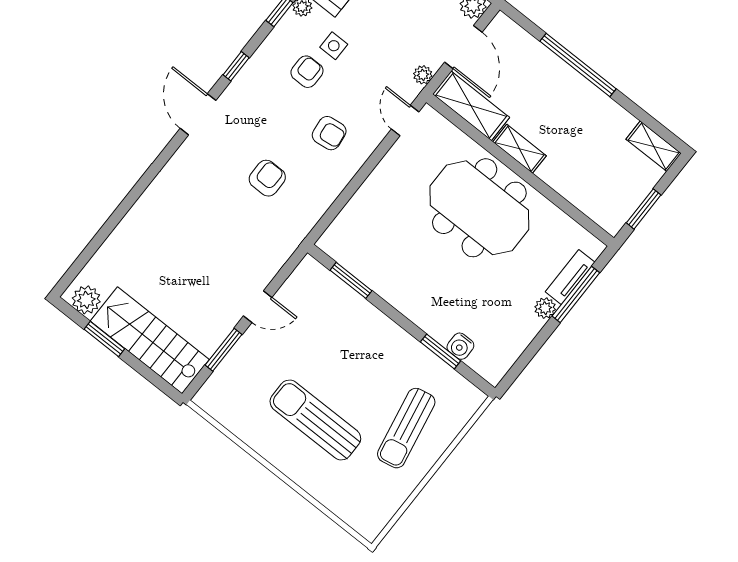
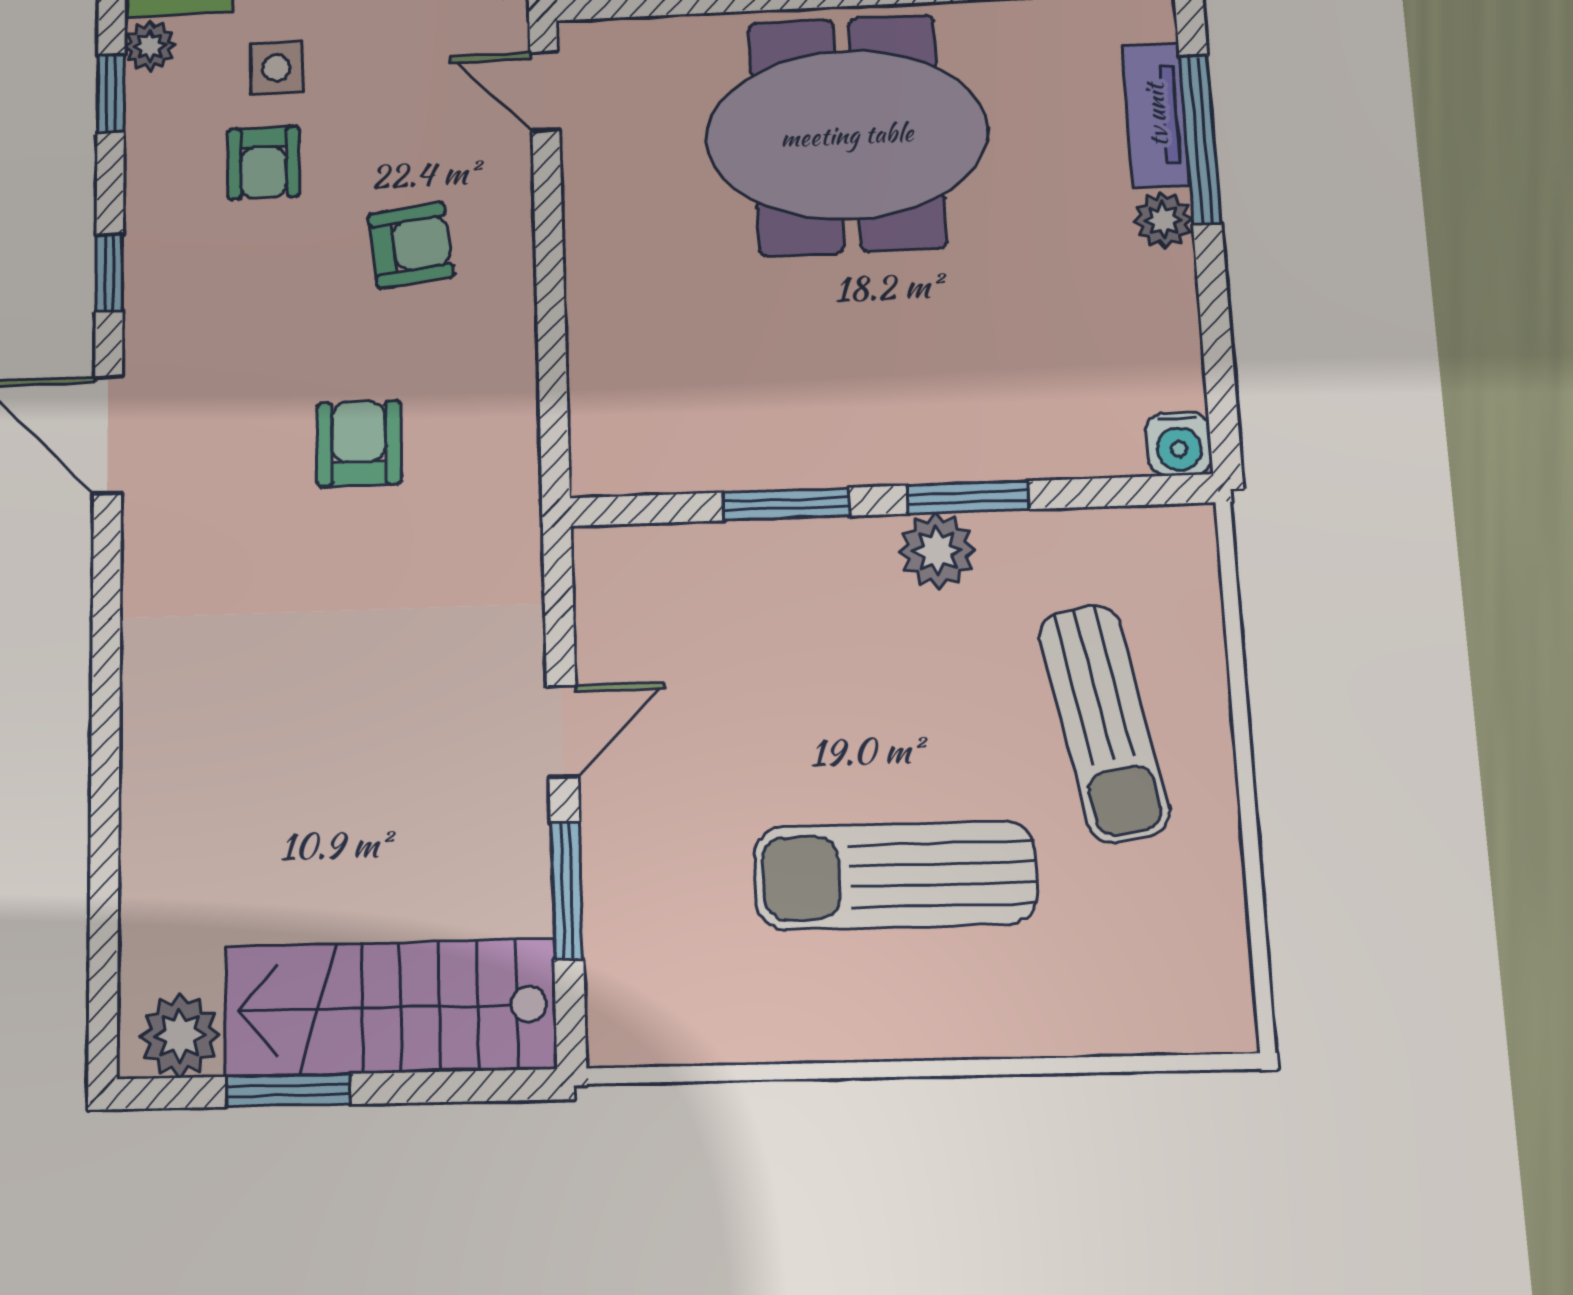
armchair: (307, 72) -> (264, 163), turned 180
window: (351, 280) -> (786, 504), moved
plant: (402, 345) -> (937, 551), added
water cooler: (460, 346) -> (1179, 444), moved
window: (441, 351) -> (968, 497), moved

